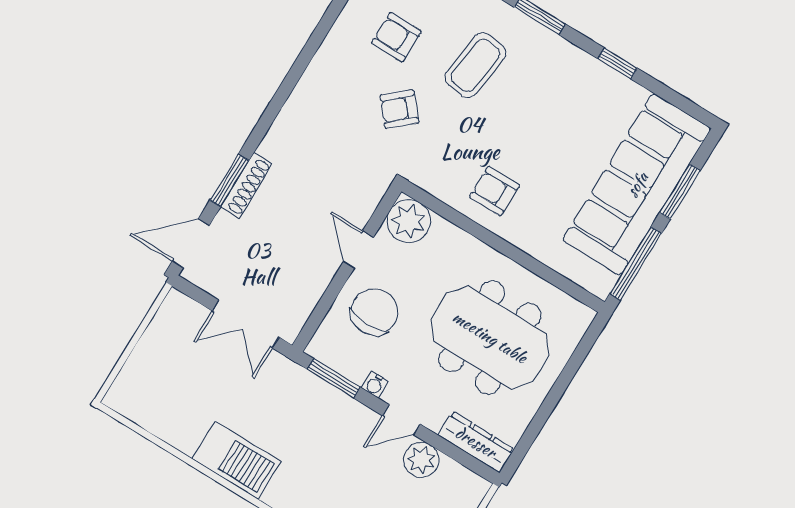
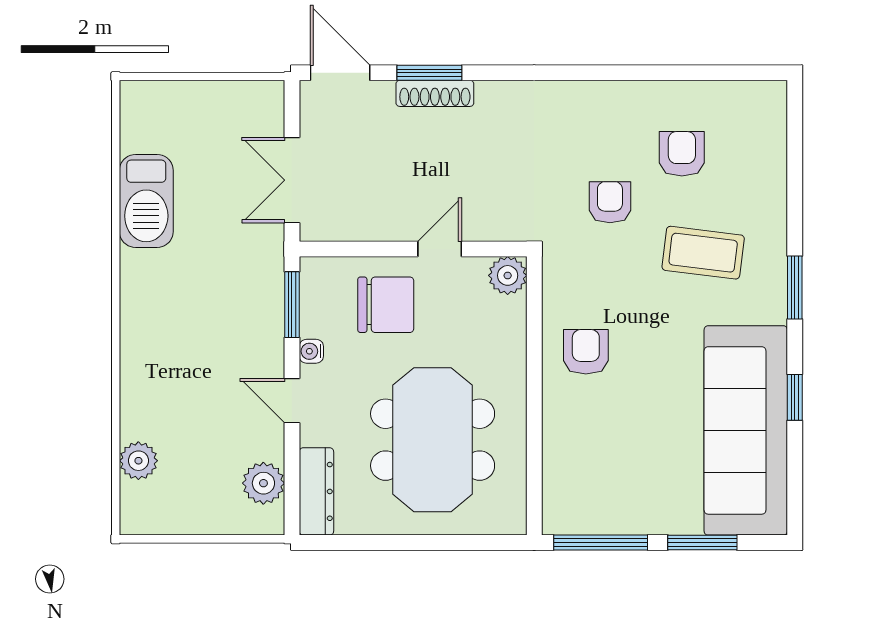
armchair: (399, 109) -> (610, 202), turned 41
sofa: (637, 184) -> (746, 430), moved, turned -90
plant: (409, 221) -> (508, 275), width x0.73, depth x0.73
barbecue: (236, 460) -> (146, 201), moved
plant: (421, 460) -> (263, 483), moved

